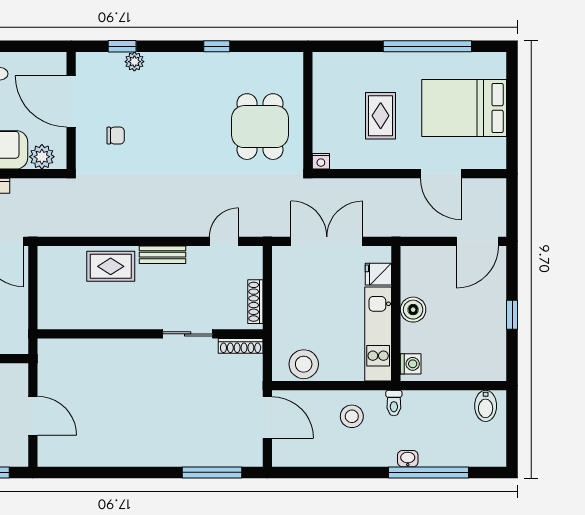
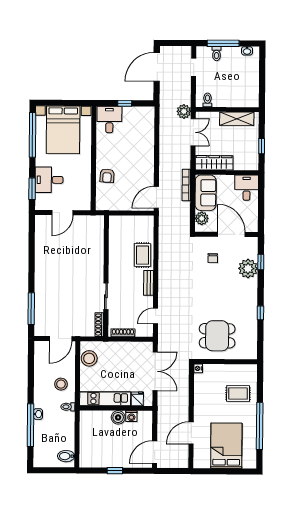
plant: (134, 62) -> (248, 268), width x1.88, depth x1.88
door: (71, 101) -> (231, 234), hinge flipped
rug: (381, 116) -> (238, 394), moved
door: (224, 241) -> (156, 316), swing flipped
door: (477, 241) -> (155, 452), hinge flipped
washing machine: (411, 364) -> (131, 416), moved

